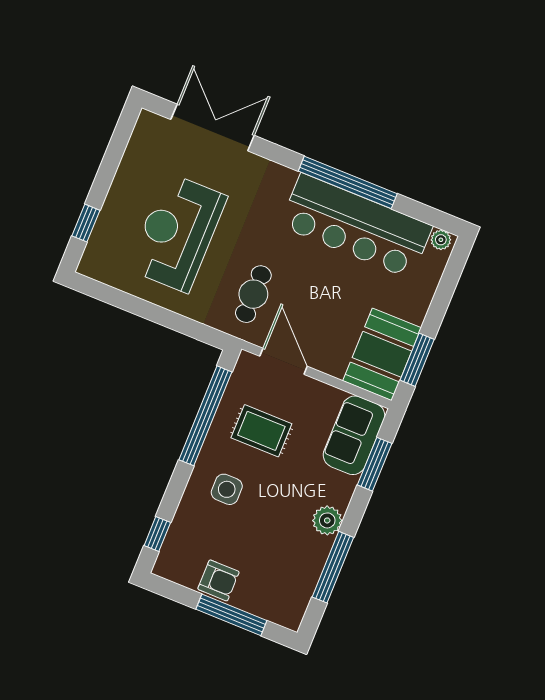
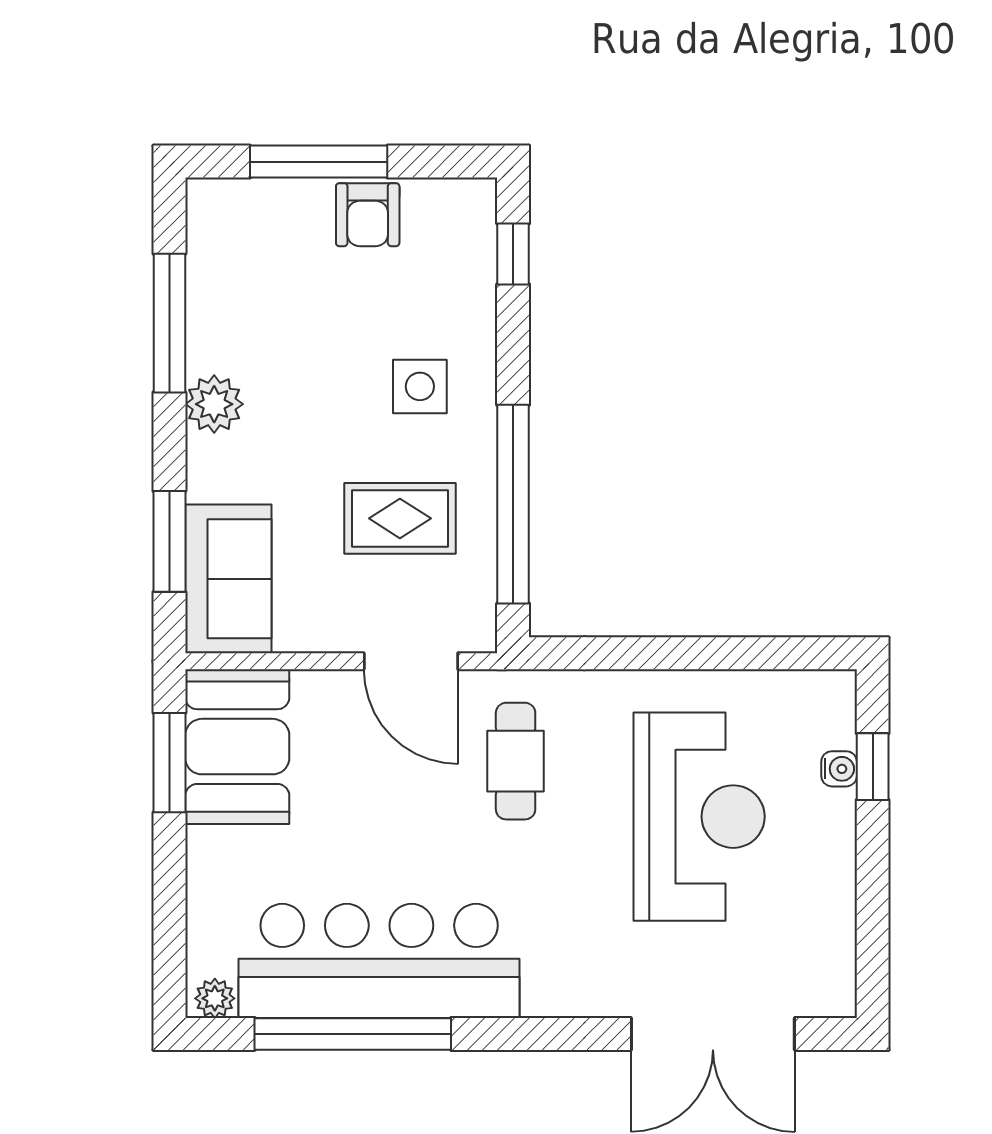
window: (348, 182) -> (353, 1034), moved
water cooler: (102, 228) -> (839, 769), added
armchair: (218, 580) -> (368, 215), turned -90

